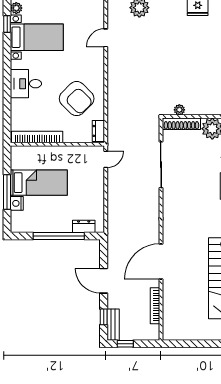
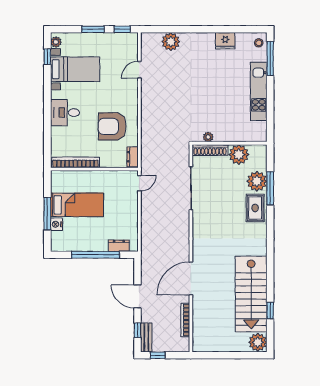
armchair: (77, 99) -> (112, 126), turned 135

